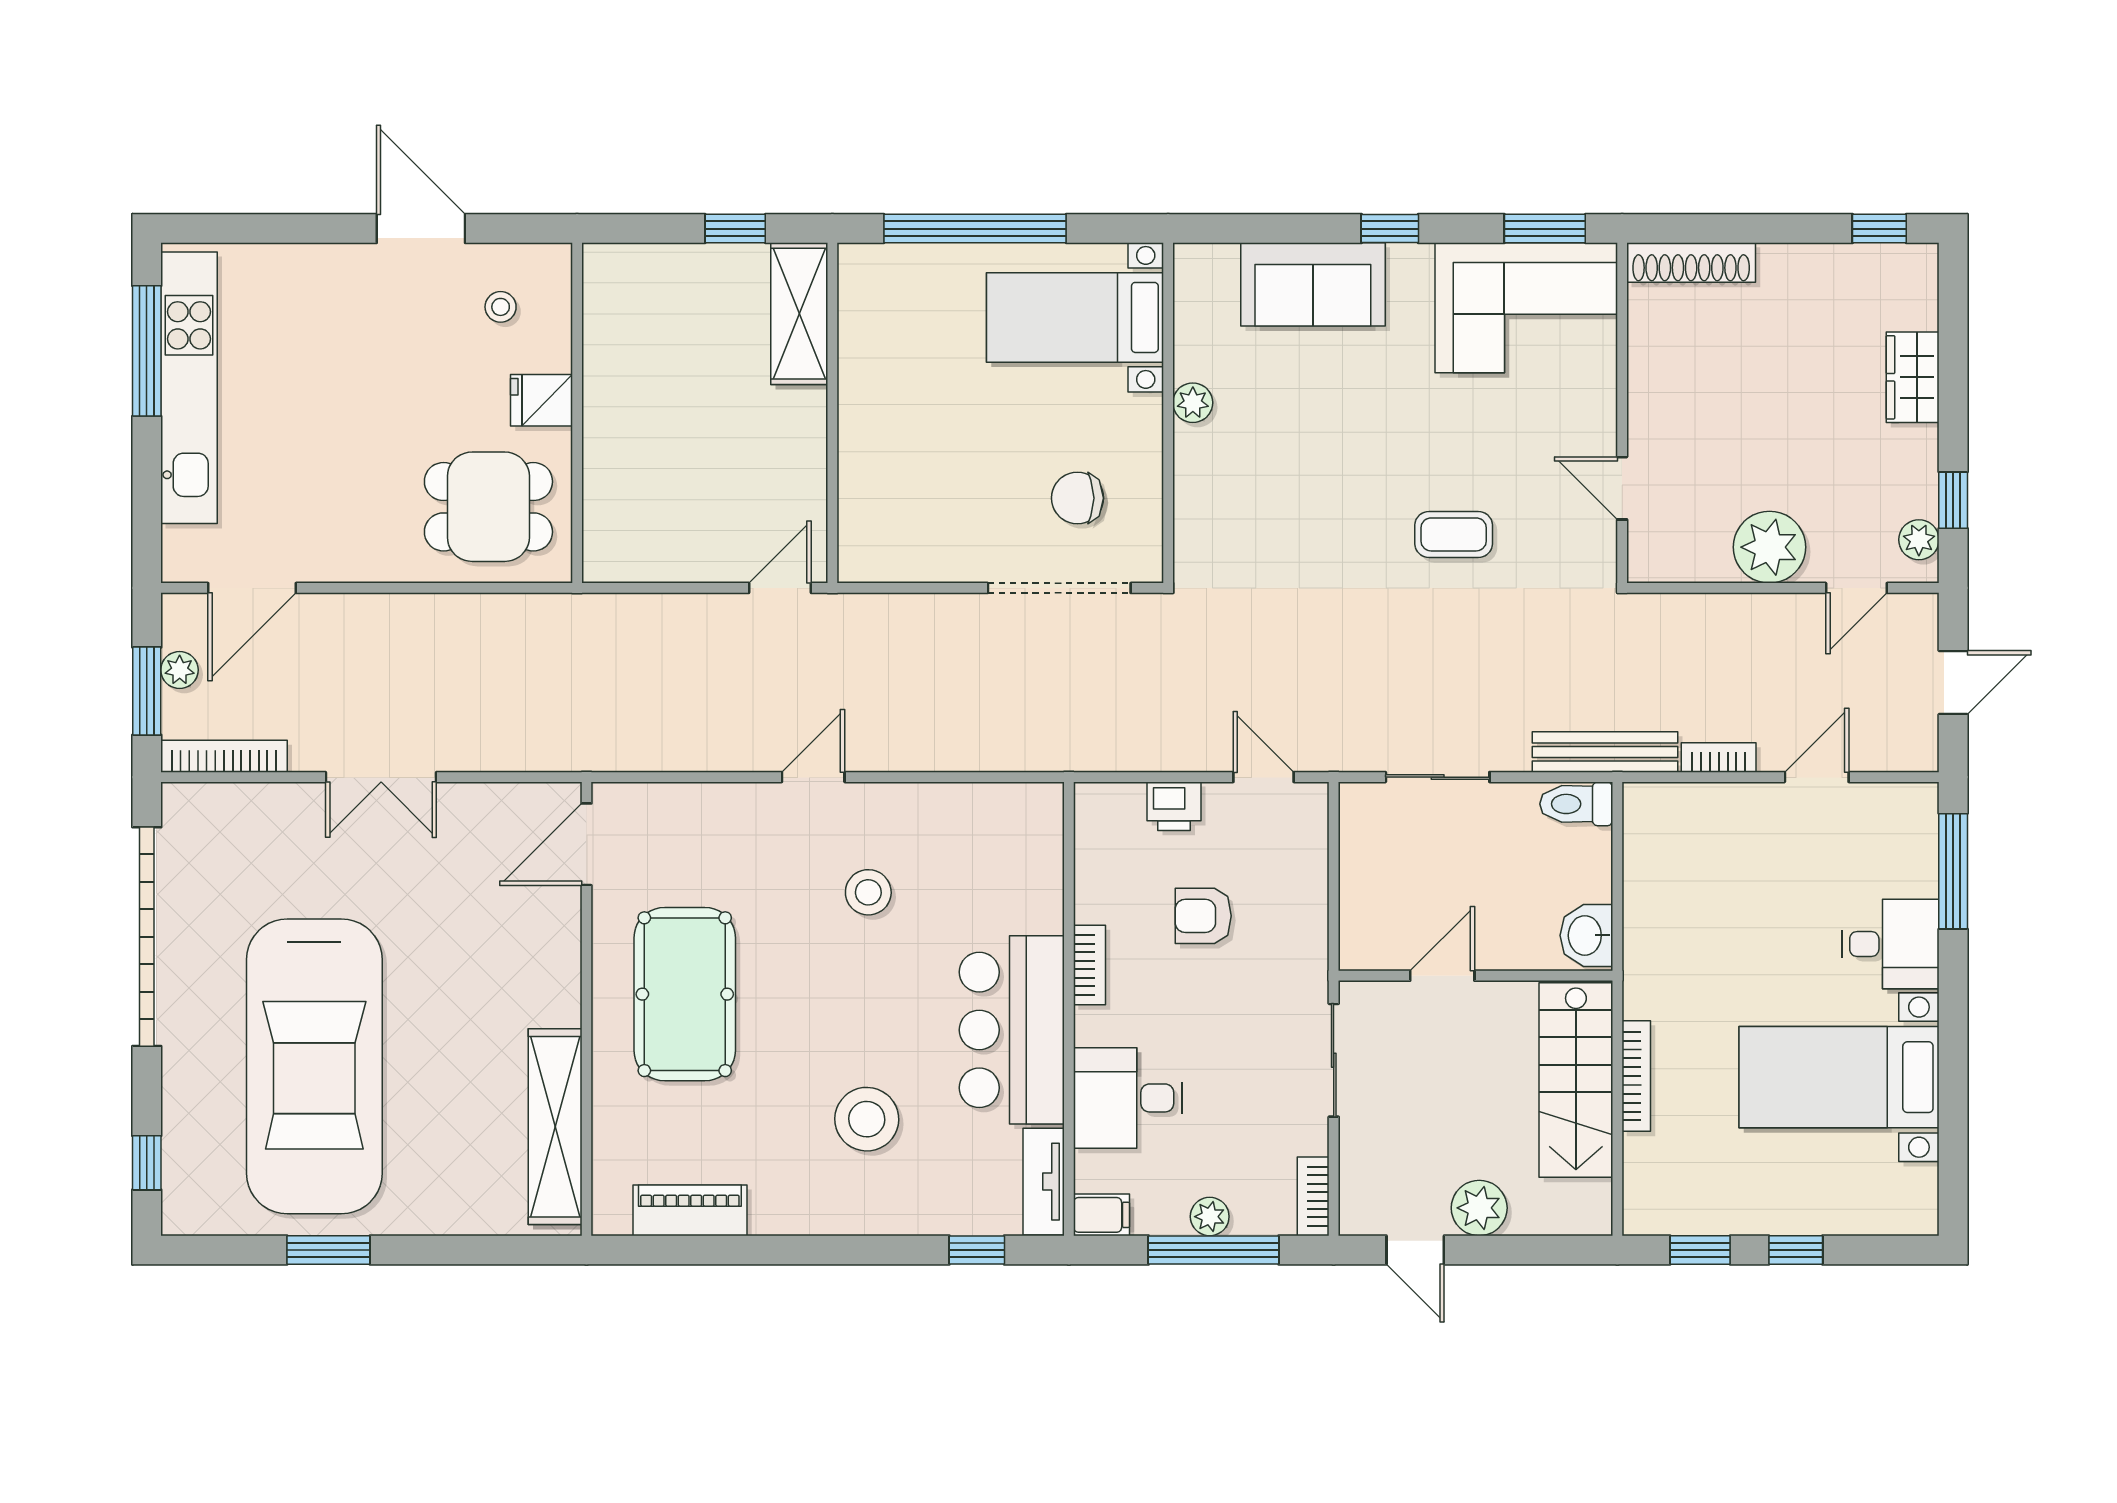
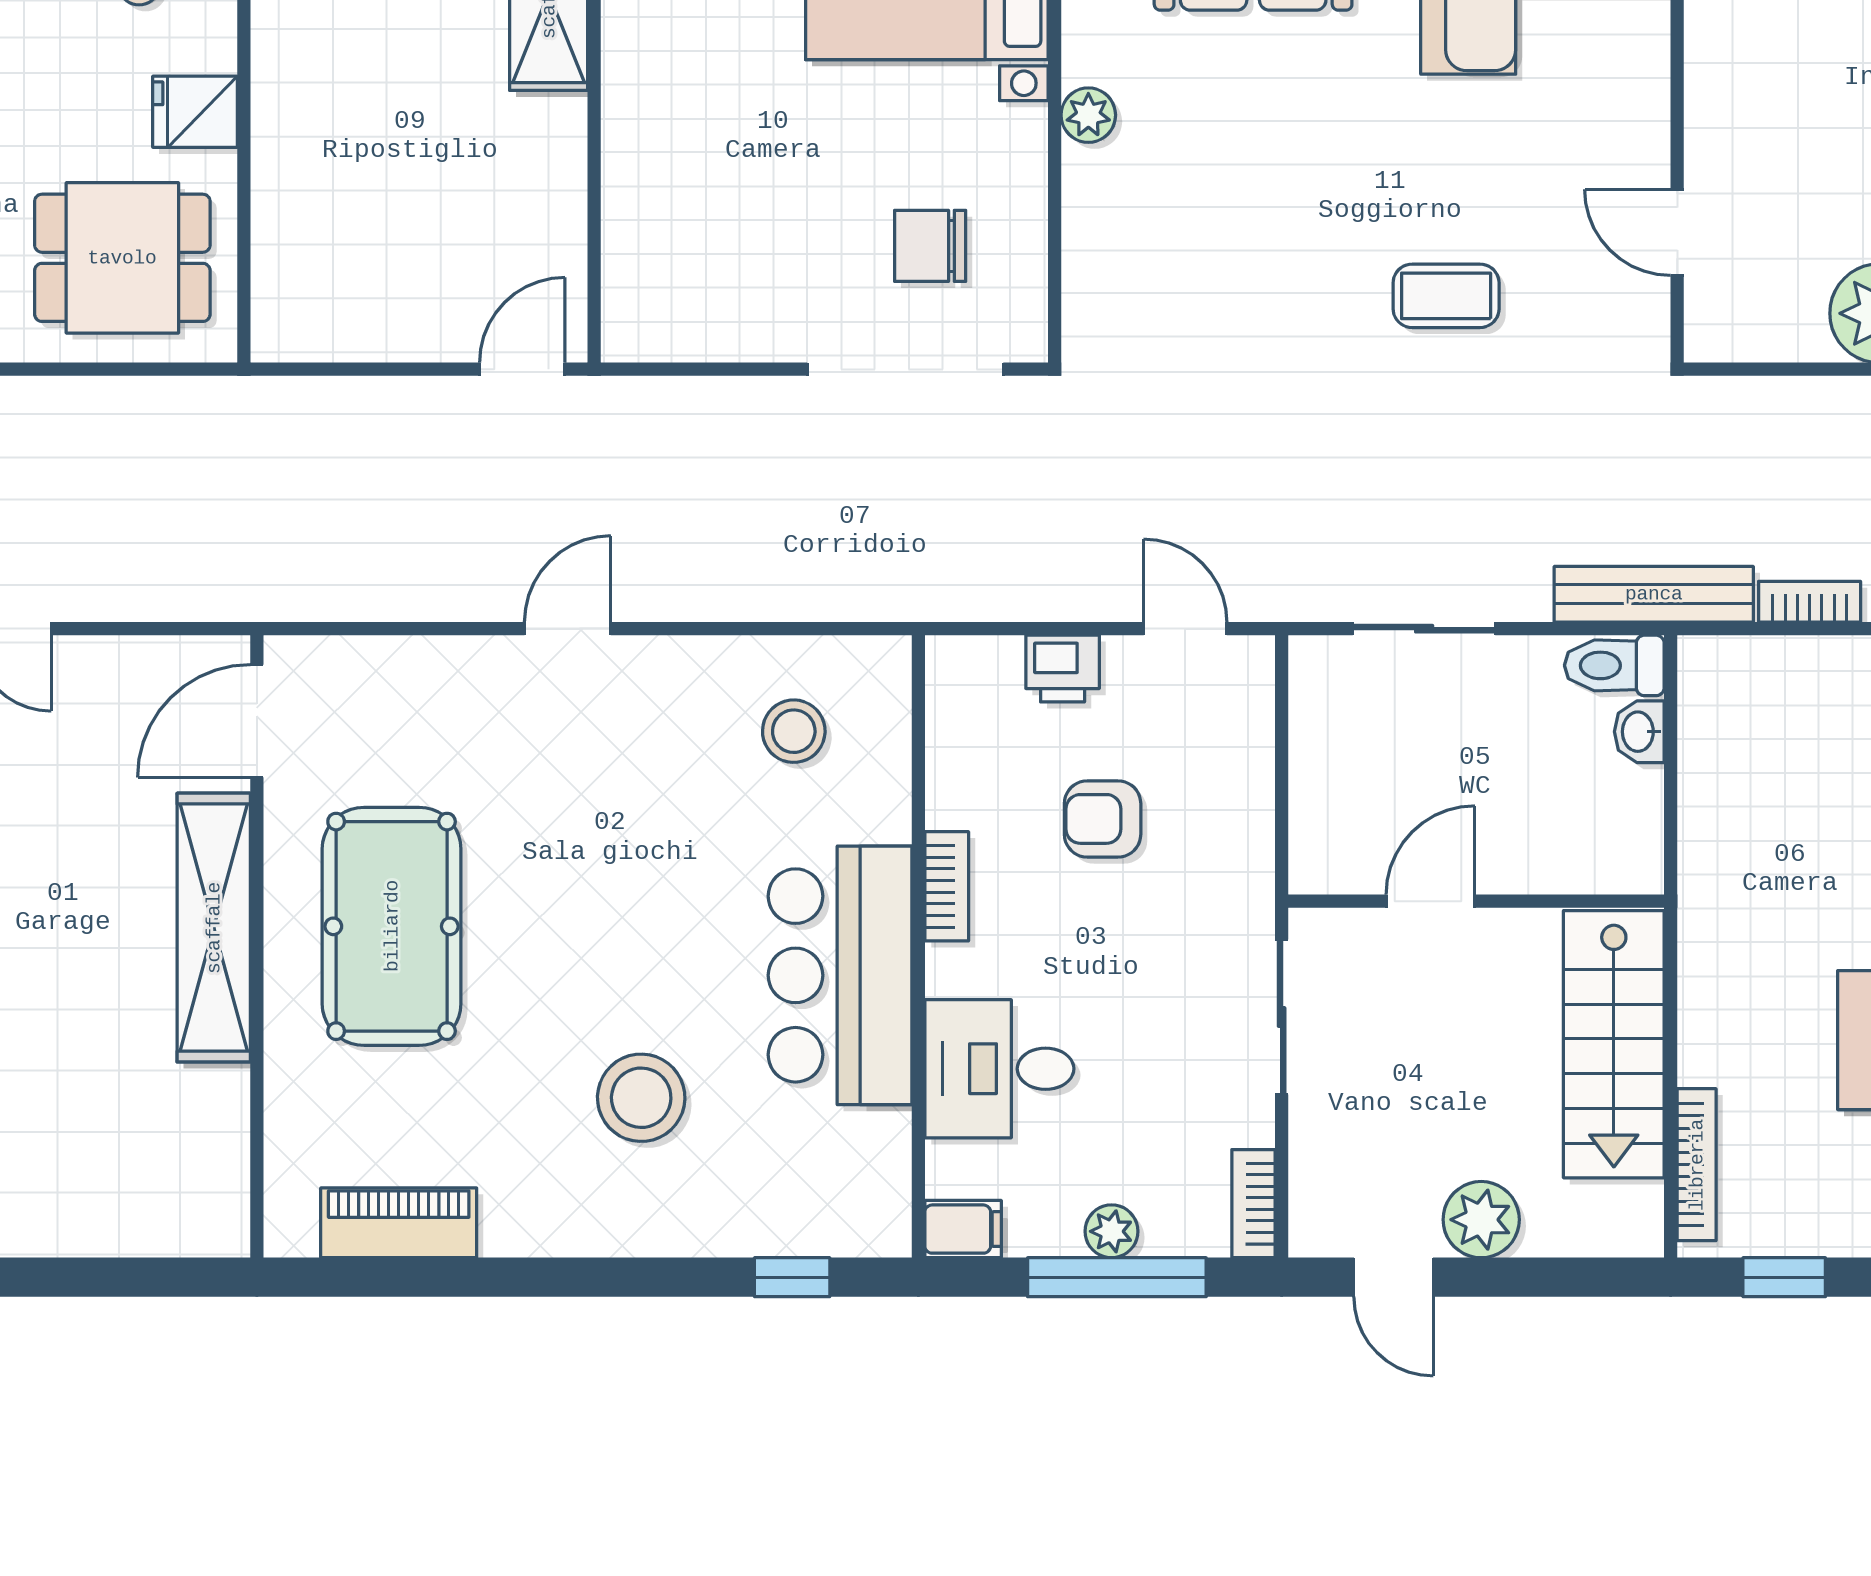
stool: (868, 892) -> (794, 731), moved
washbasin: (1586, 935) -> (1639, 732), moved, width x0.72, depth x0.69
bookcase: (1636, 1076) -> (1697, 1165), moved
shelving: (555, 1127) -> (214, 928), moved
tv unit: (1044, 1182) -> (884, 1183), removed

